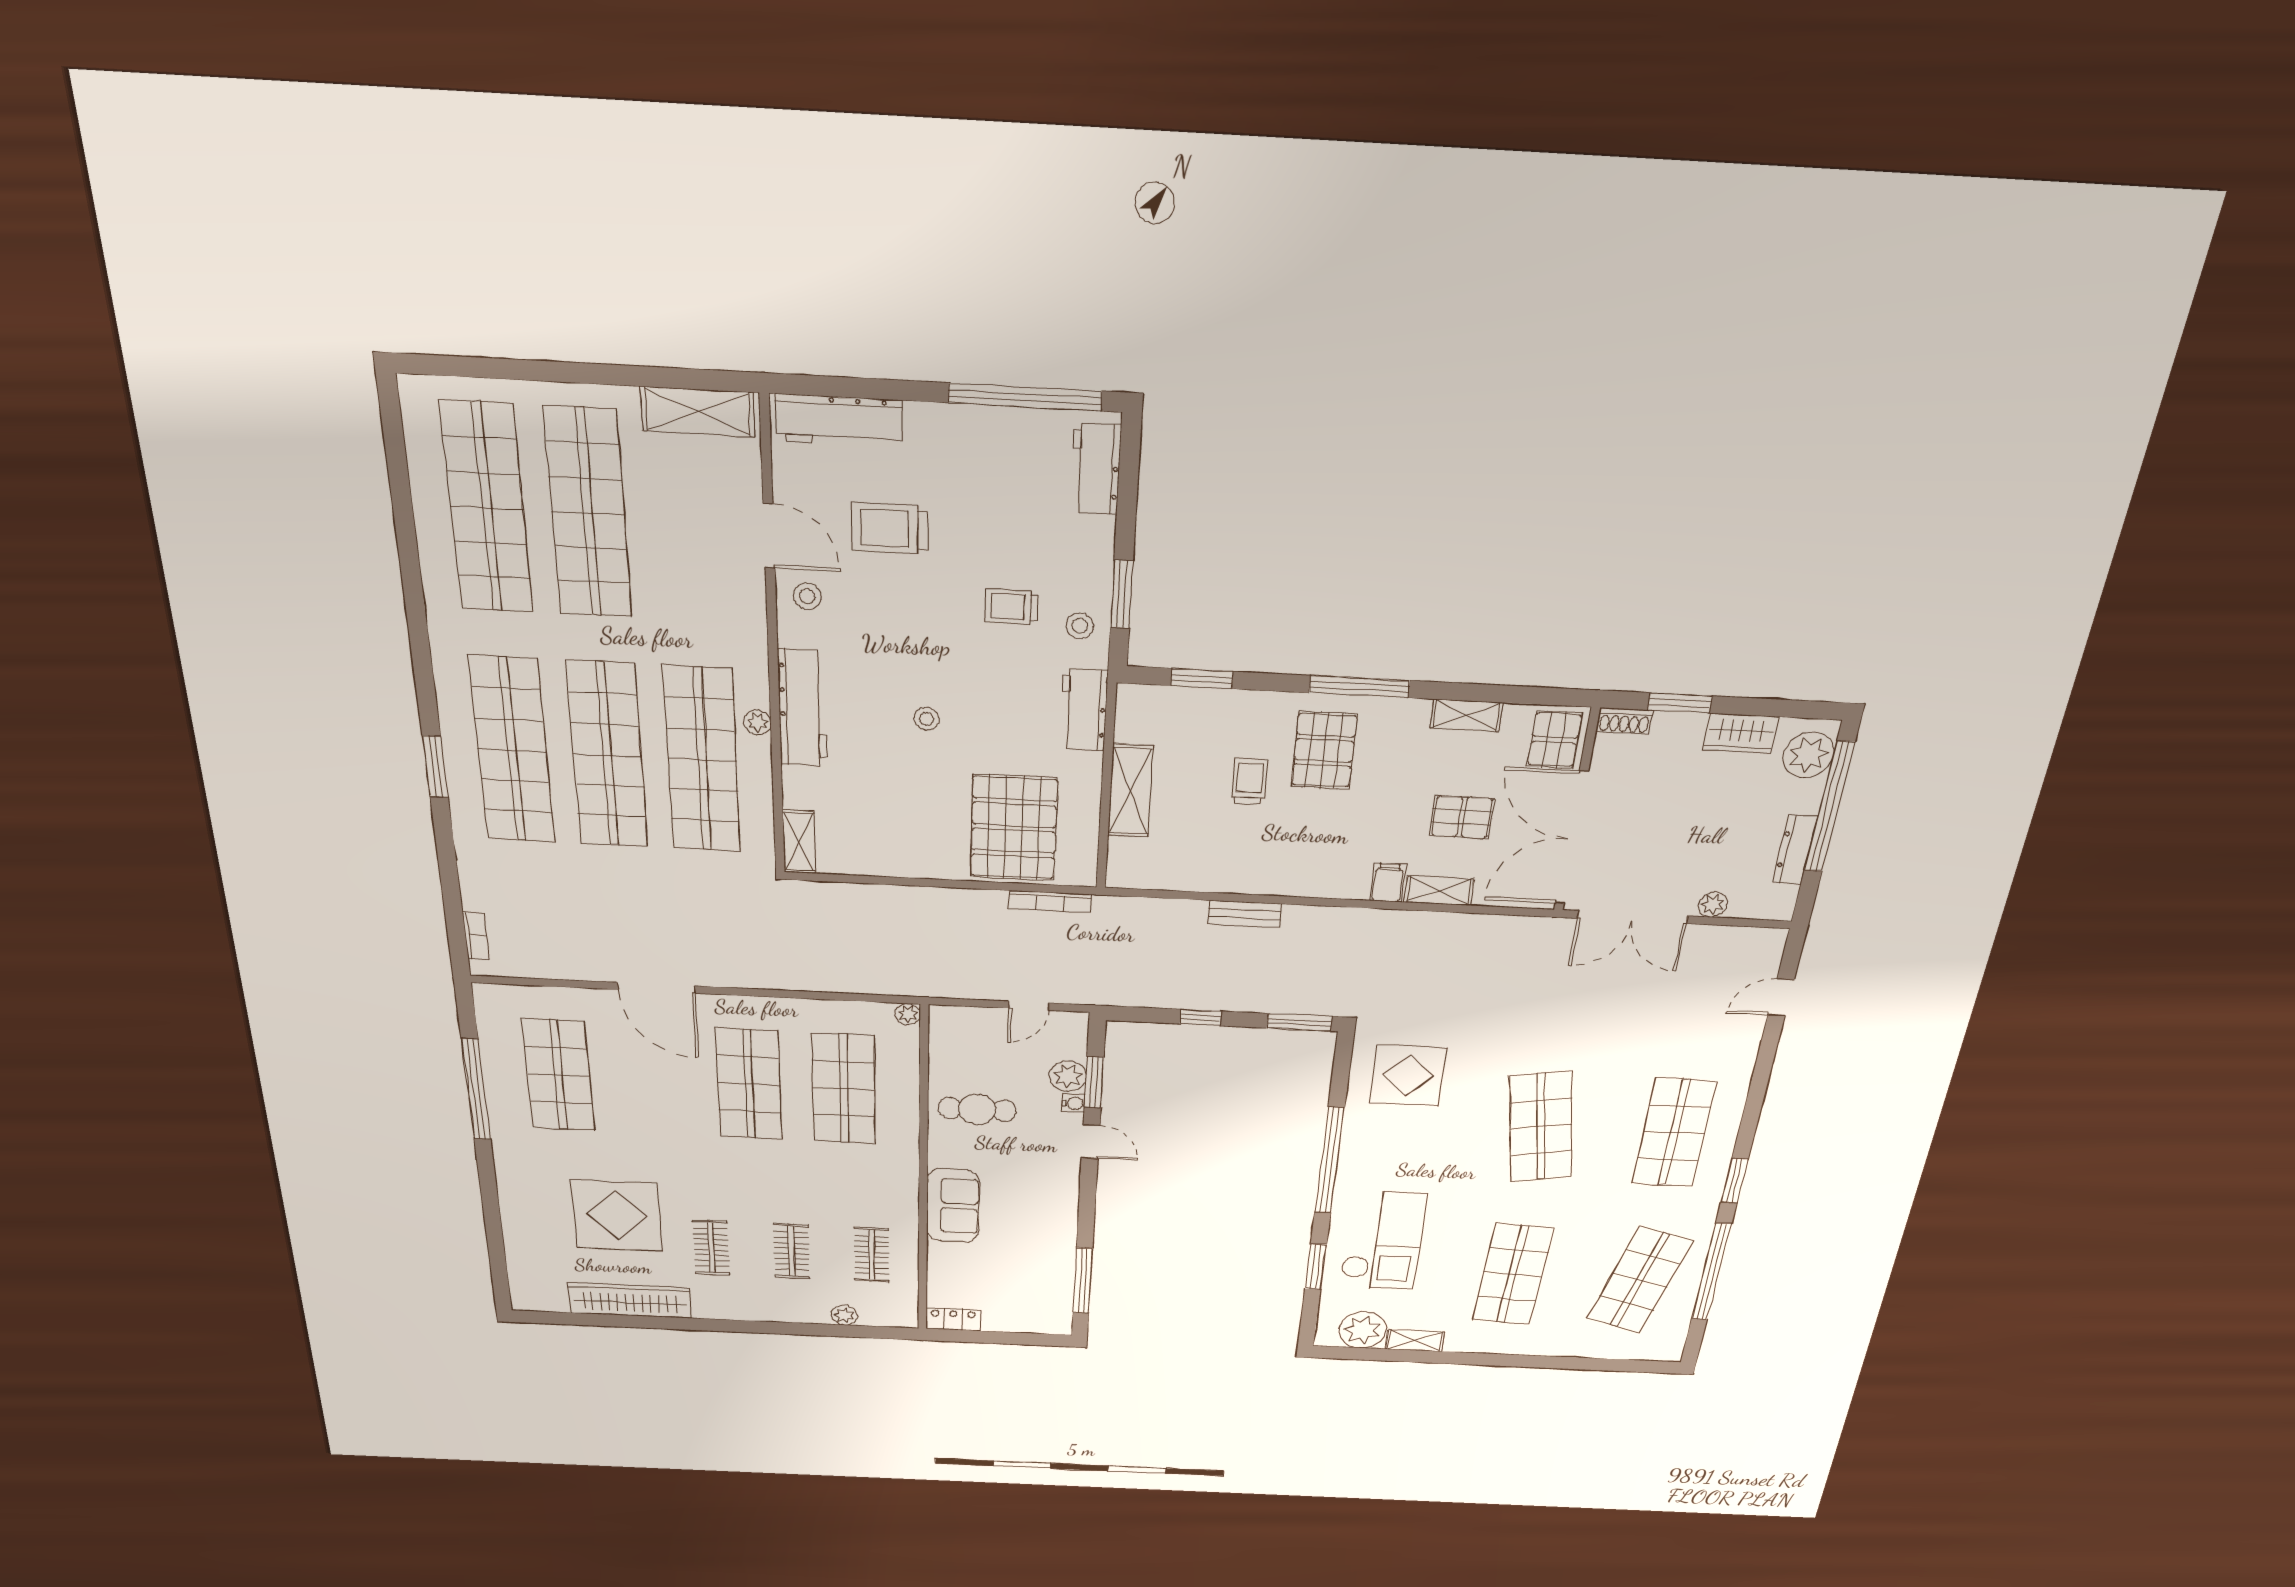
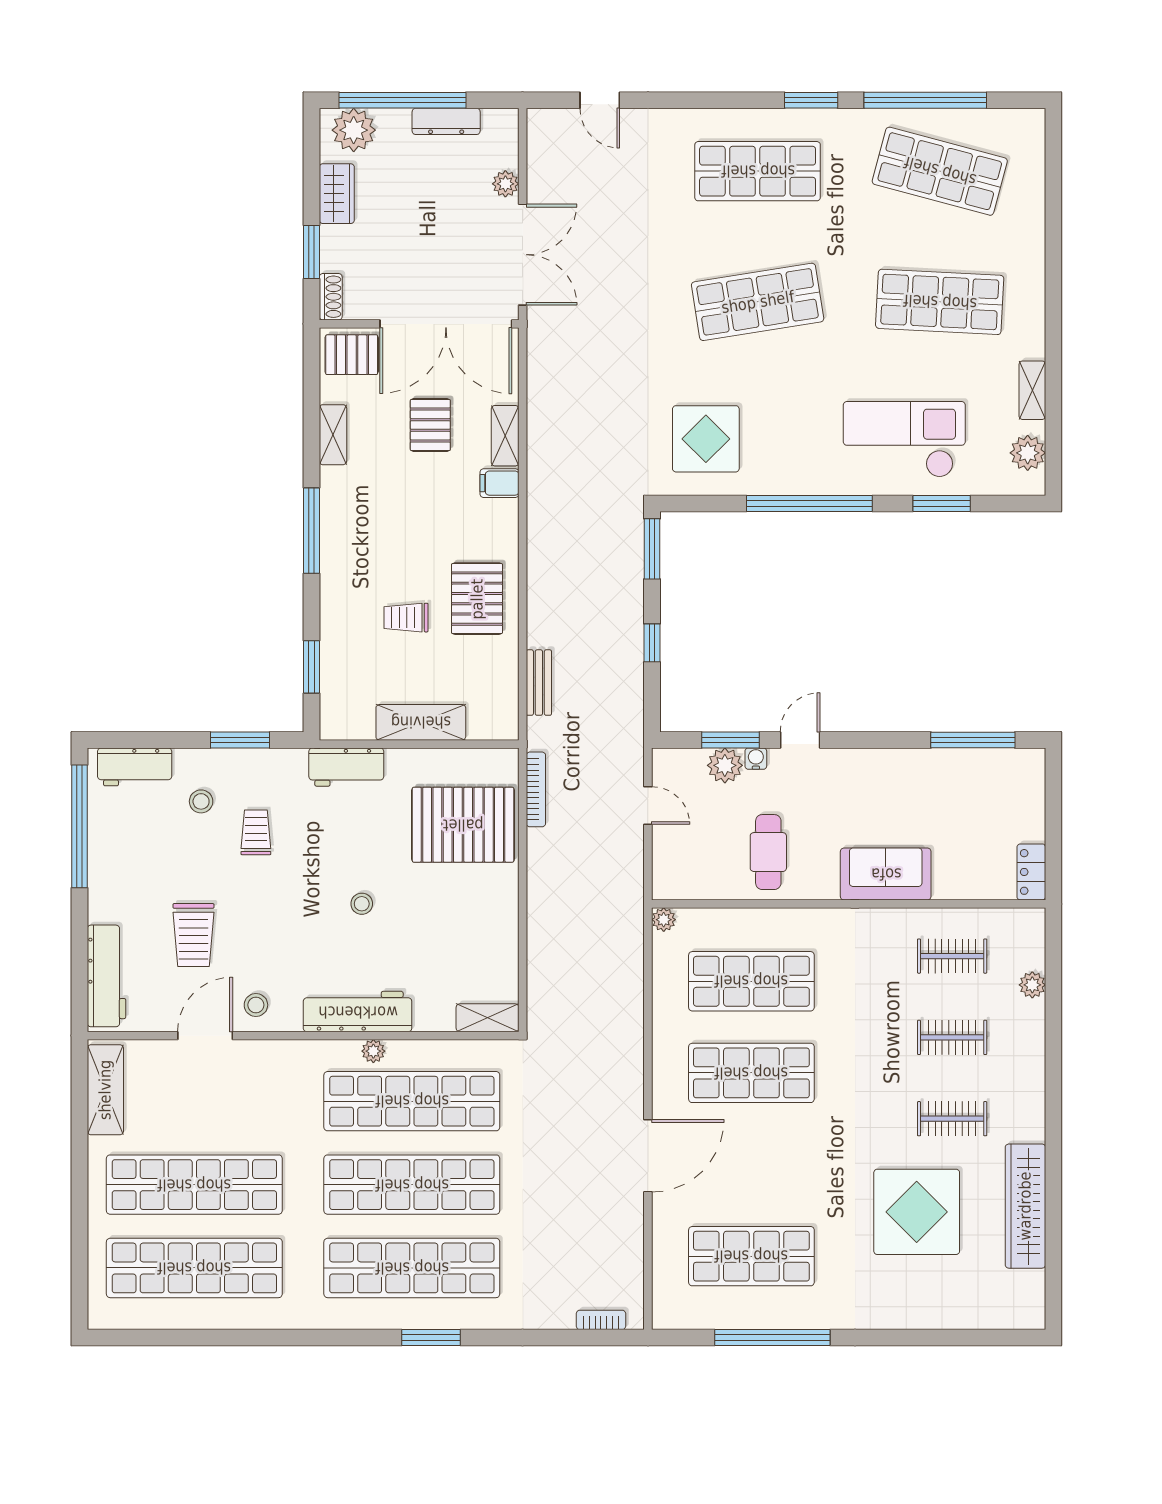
trolley: (1012, 607) -> (256, 832), turned 180
stool: (1080, 626) -> (201, 801), moved
pallet: (1324, 750) -> (477, 599), moved, turned 90
bench: (1245, 914) -> (539, 683), moved
plant: (1363, 1330) -> (1028, 453), width x0.73, depth x0.73

